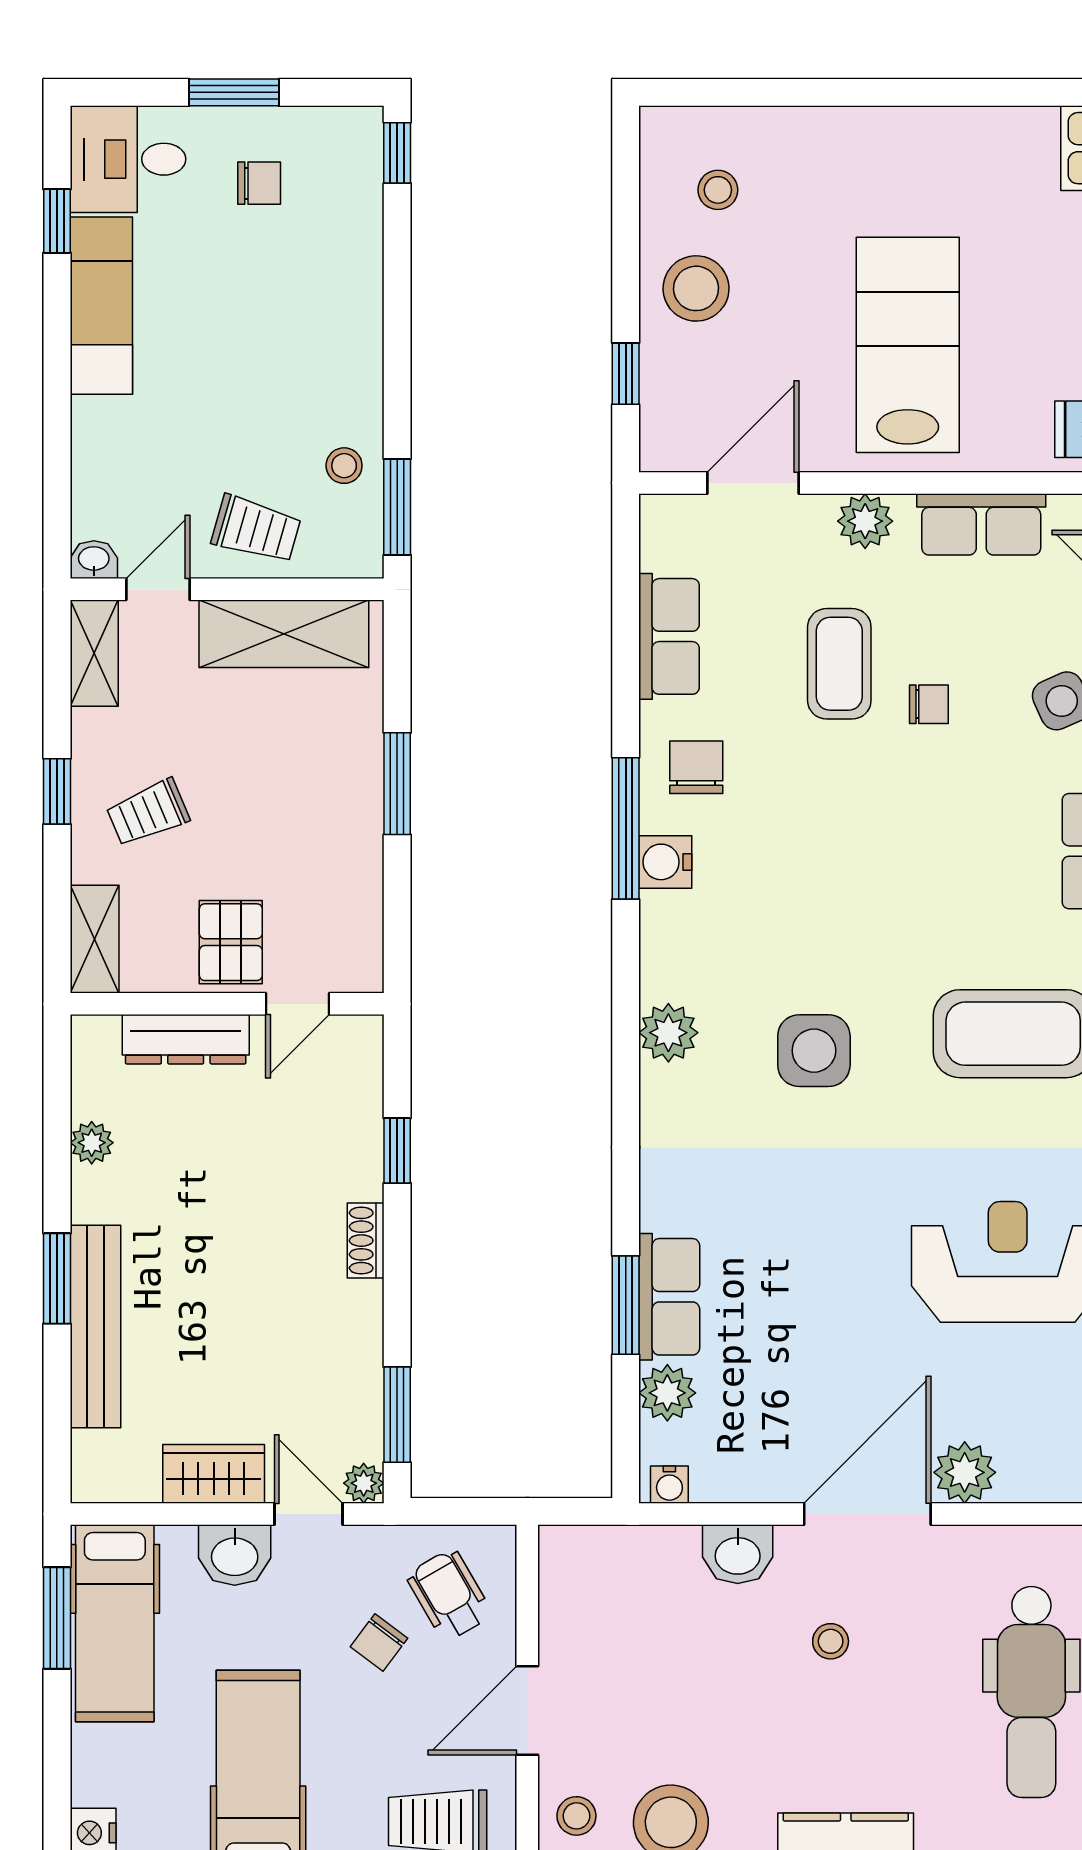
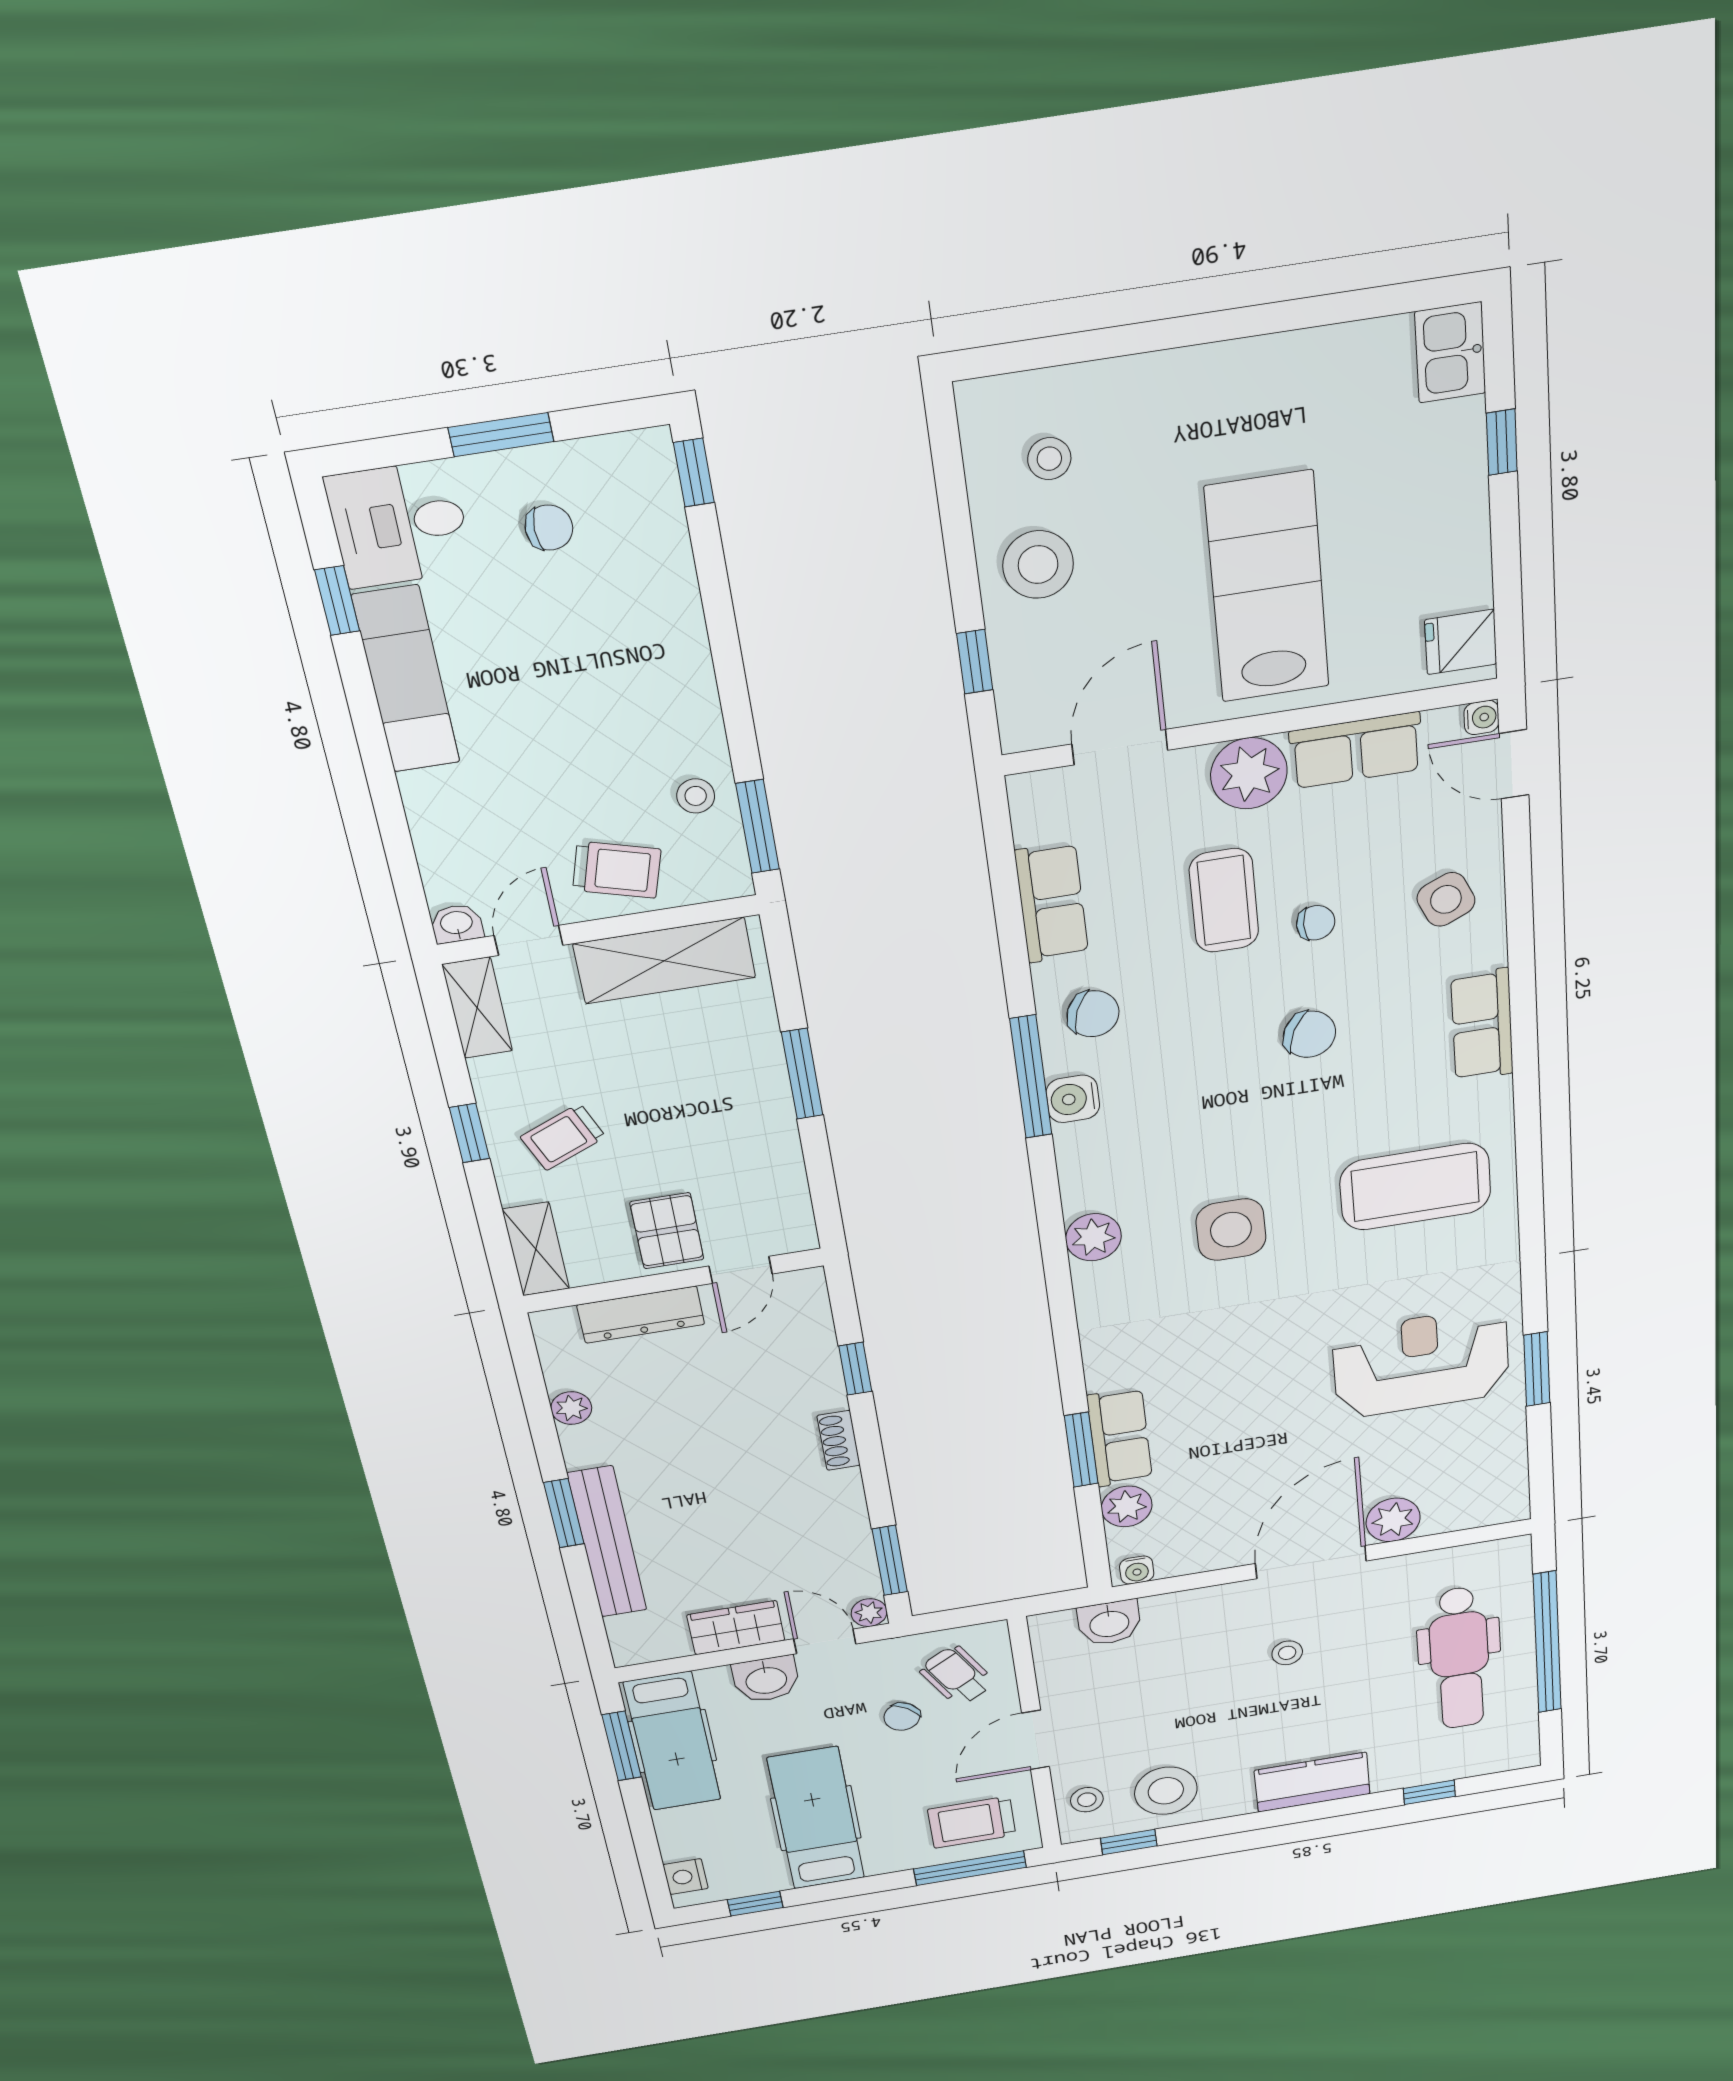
plant: (865, 521) -> (1249, 773), width x1.36, depth x1.36
chair: (696, 767) -> (1093, 1014), turned 111
chair: (914, 830) -> (1309, 1034), added
washbasin: (738, 1554) -> (1109, 1623), moved

